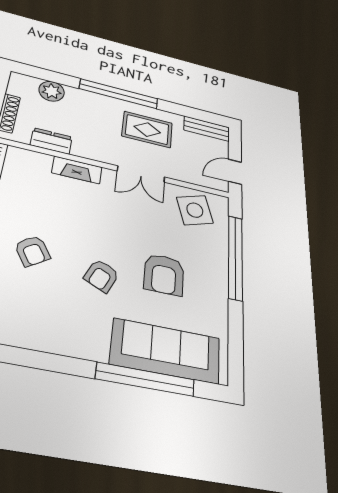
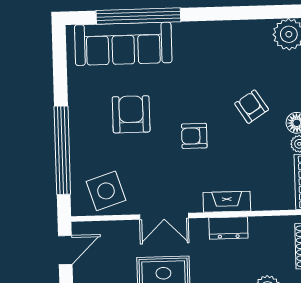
dresser: (51, 141) -> (228, 228), moved
double door: (141, 174) -> (164, 216), swing flipped
armchair: (102, 276) -> (194, 136), moved, turned -114

